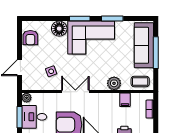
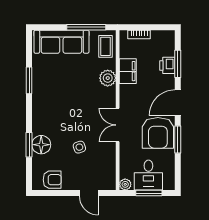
window: (80, 19) -> (29, 145), moved
corner sofa: (91, 38) -> (52, 106), removed
window: (156, 53) -> (86, 27), moved
side table: (51, 71) -> (79, 147), moved
filing cabinet: (125, 100) -> (128, 71), width x2.00

